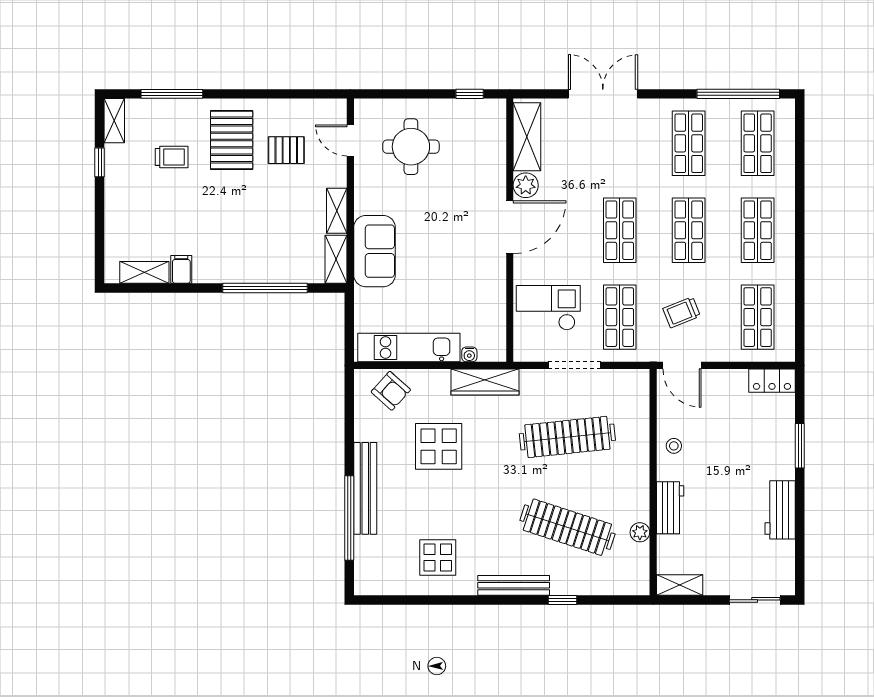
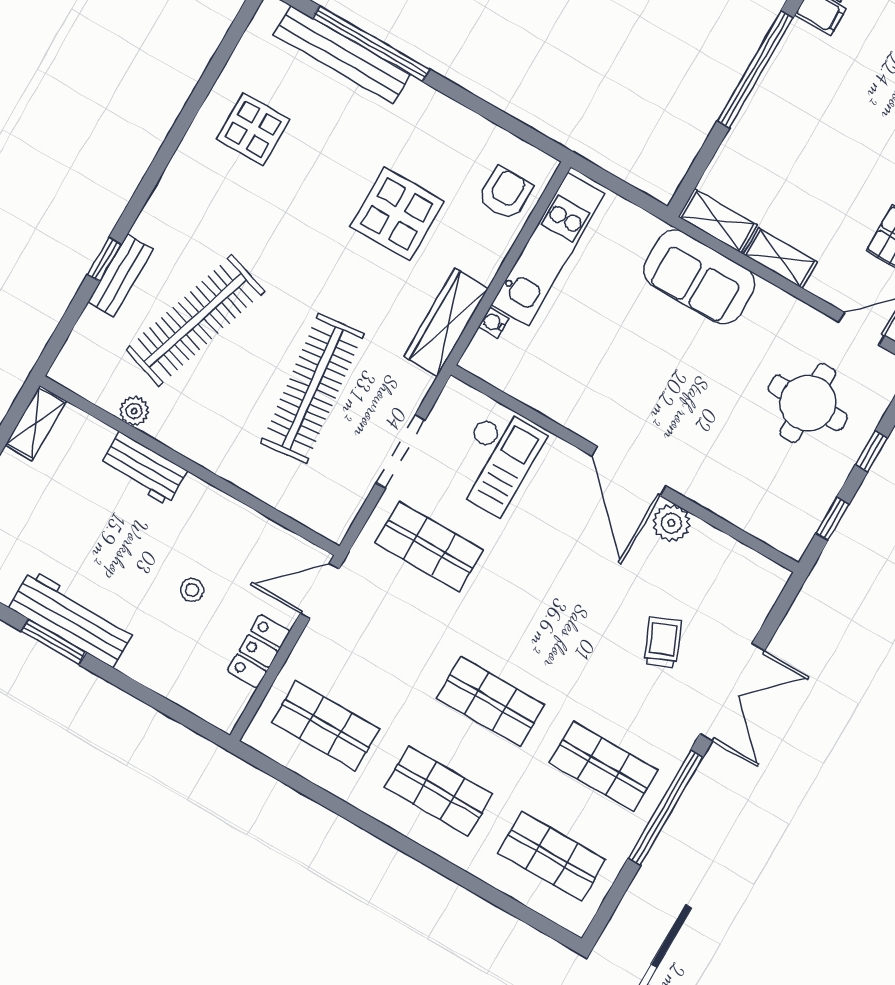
window: (418, 94) -> (871, 451), added
window: (738, 94) -> (666, 808), moved
shelving: (527, 137) -> (734, 561), removed
shop shelf: (620, 230) -> (542, 612), removed
window: (265, 288) -> (755, 69), moved
trolley: (682, 312) -> (663, 642), moved
locker: (772, 381) -> (259, 651), moved
armchair: (391, 391) -> (505, 193), turned 138
stool: (674, 446) -> (192, 590), moved
window: (800, 446) -> (54, 642), moved
bench: (365, 488) -> (342, 55), moved
workbench: (780, 510) -> (72, 618), width x1.38
bench: (514, 585) -> (120, 275), moved, width x0.73

